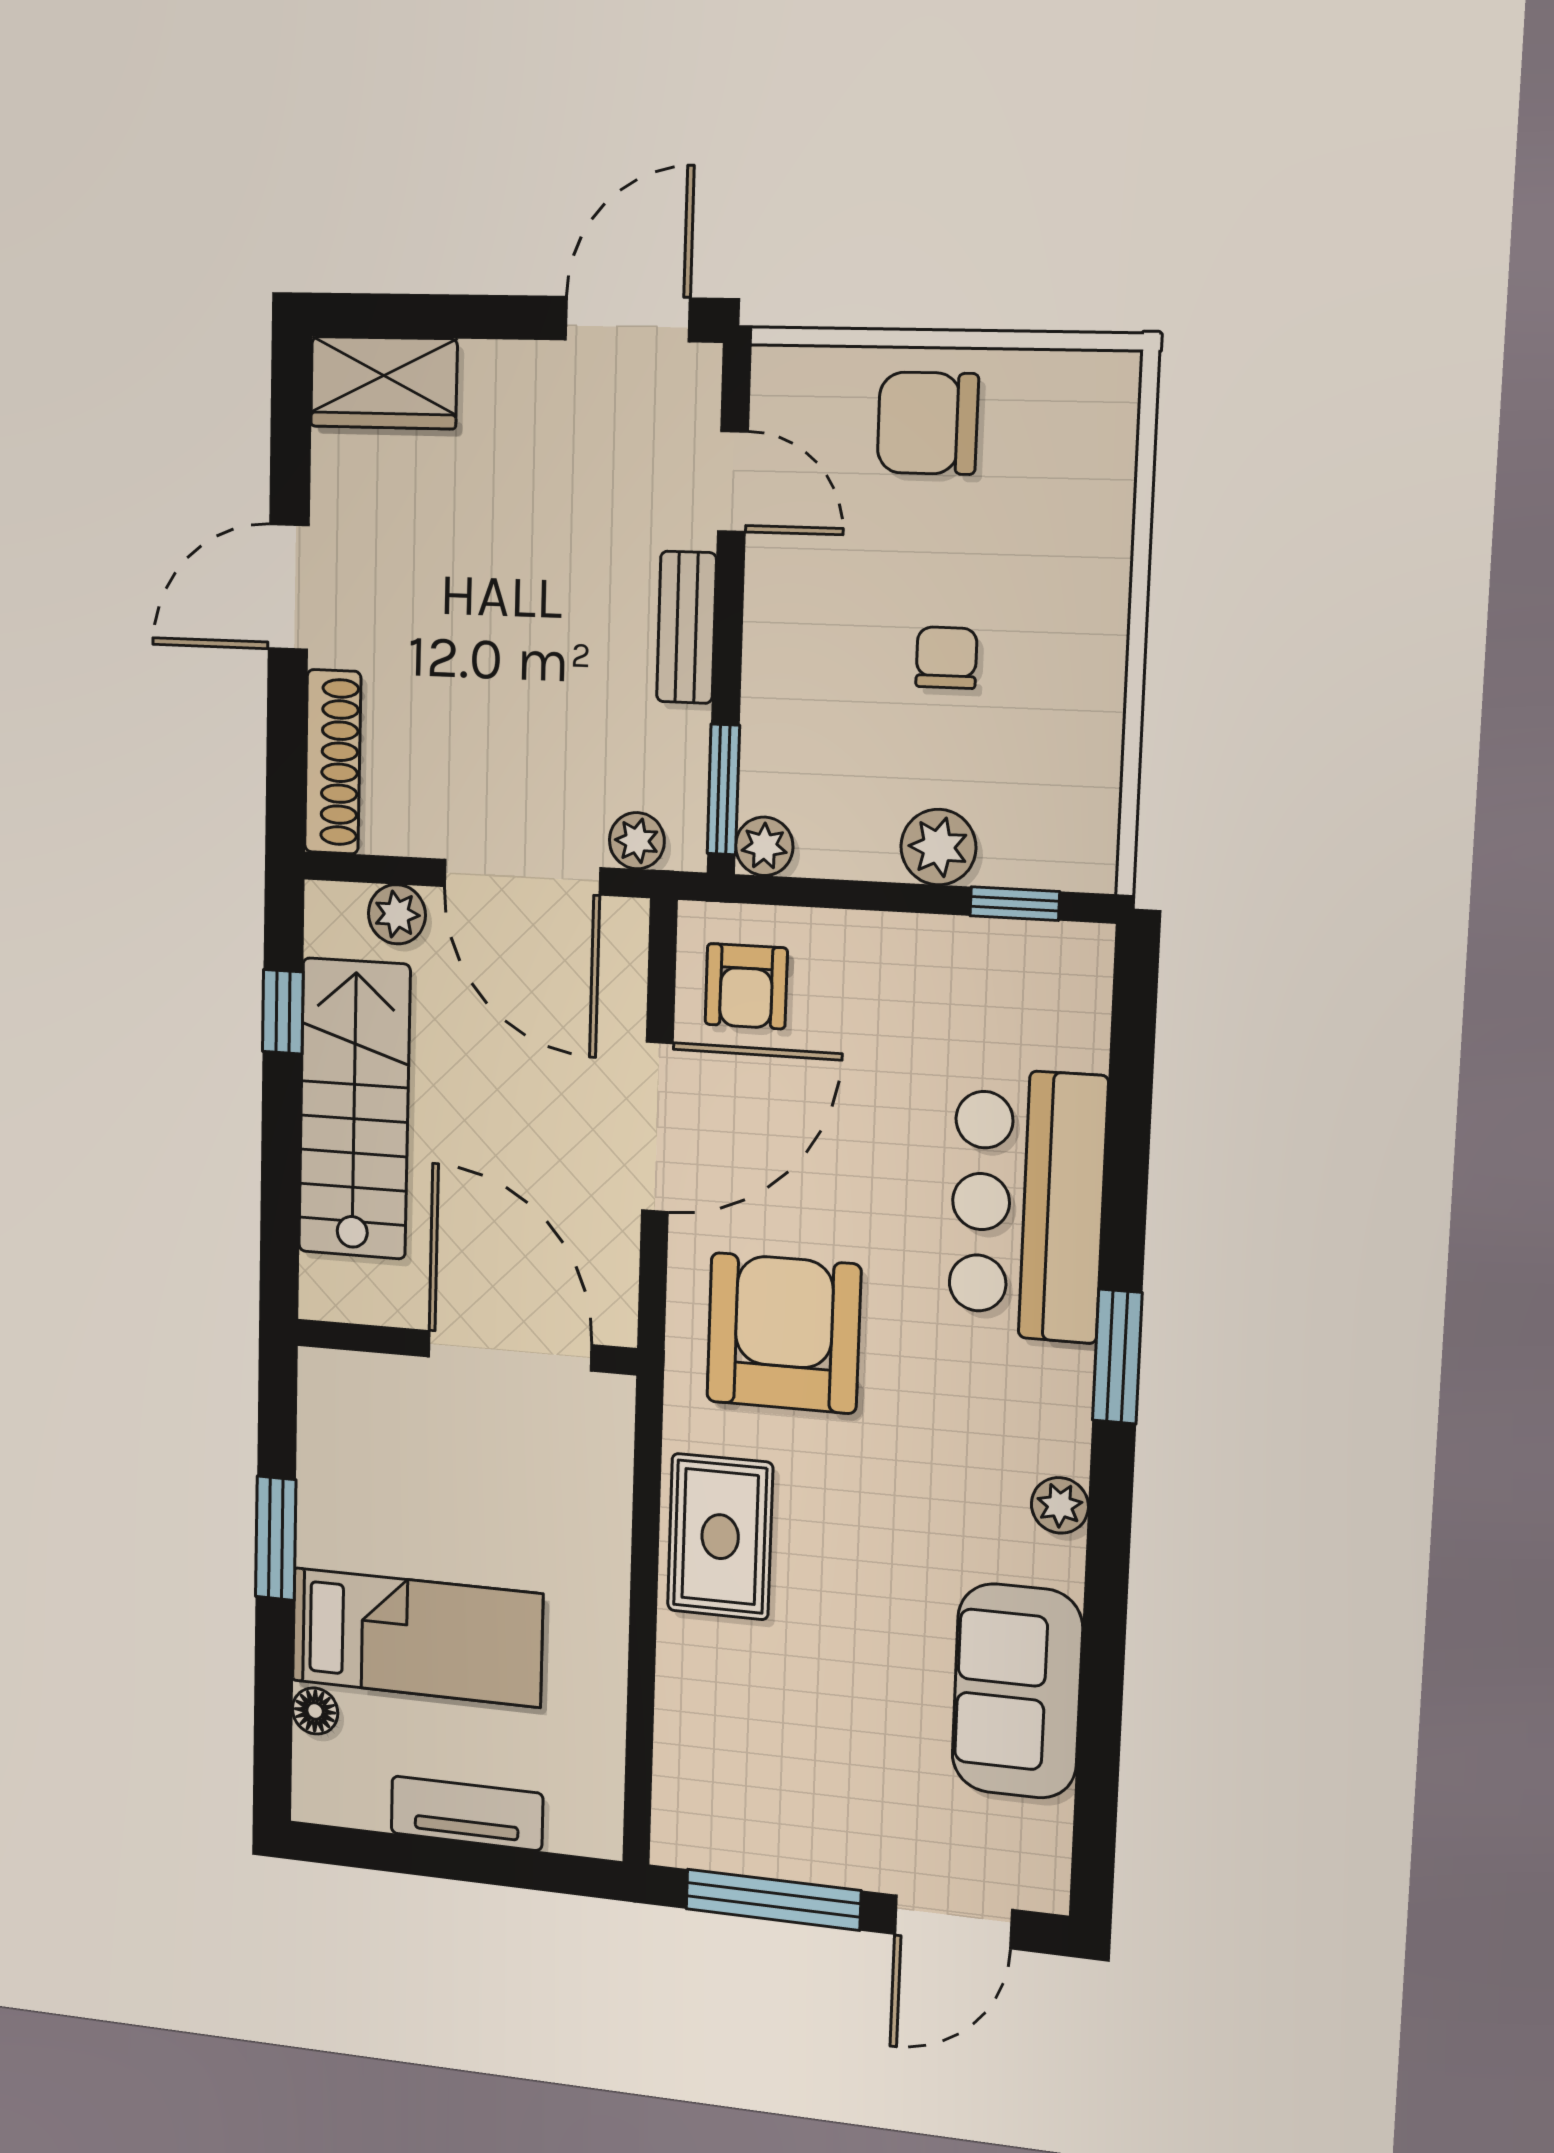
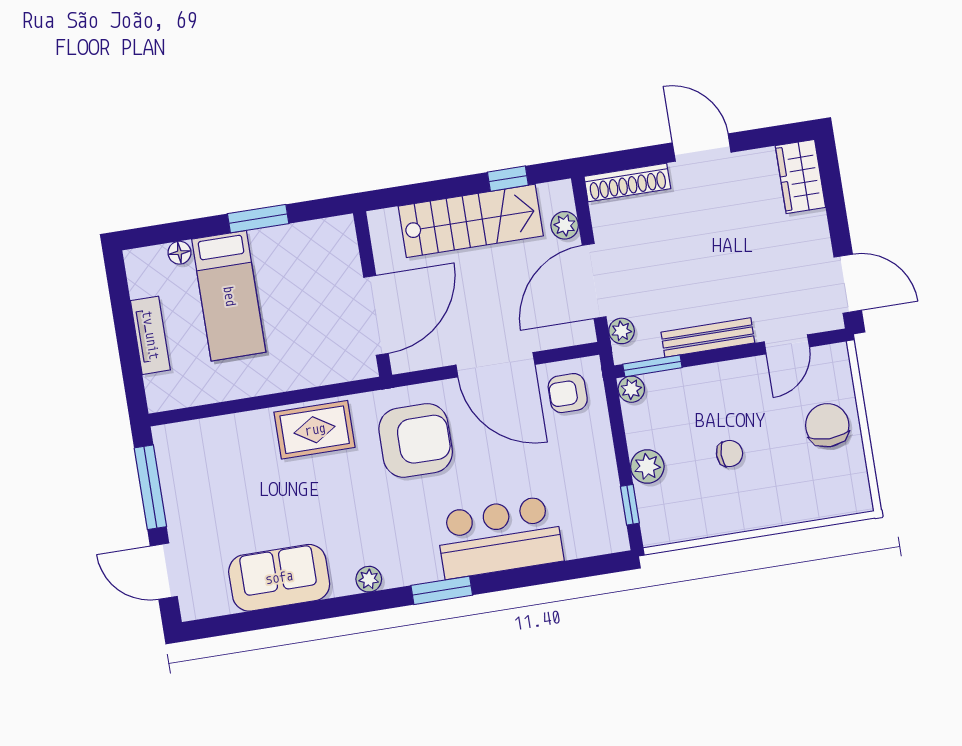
bench: (686, 627) -> (708, 338), width x1.36

